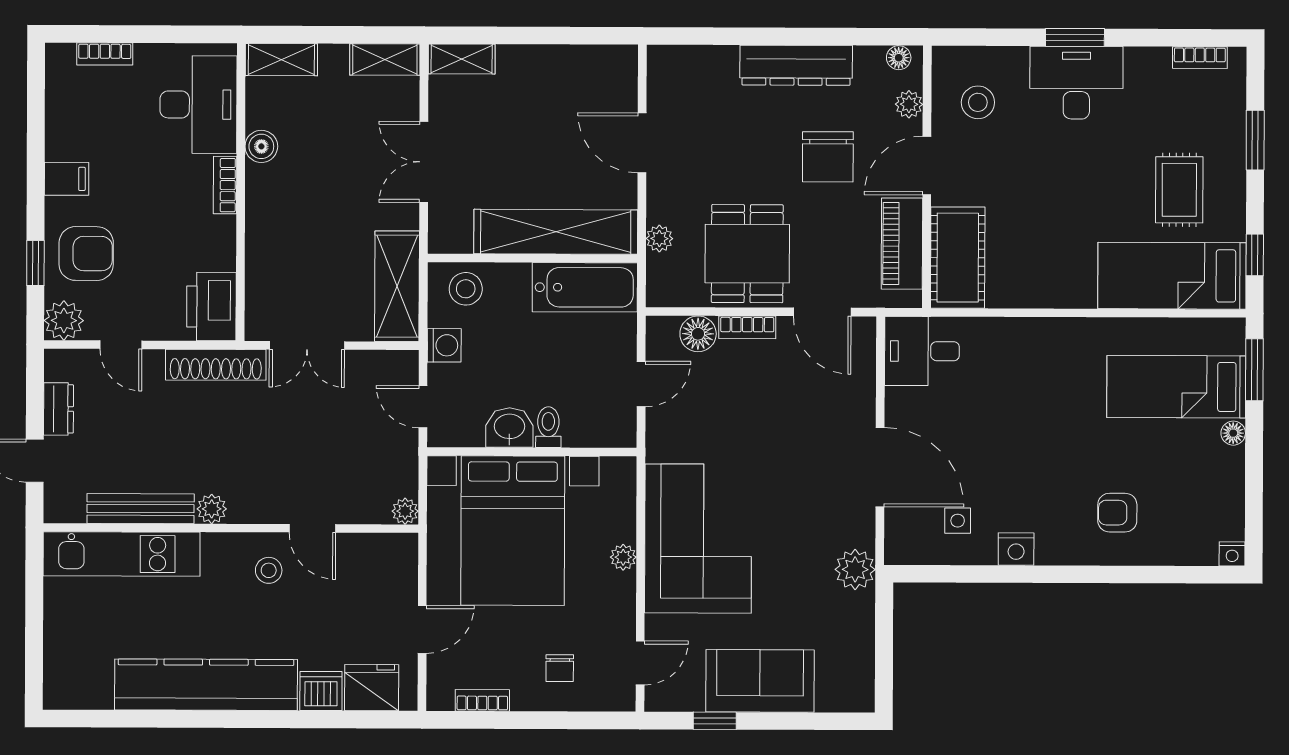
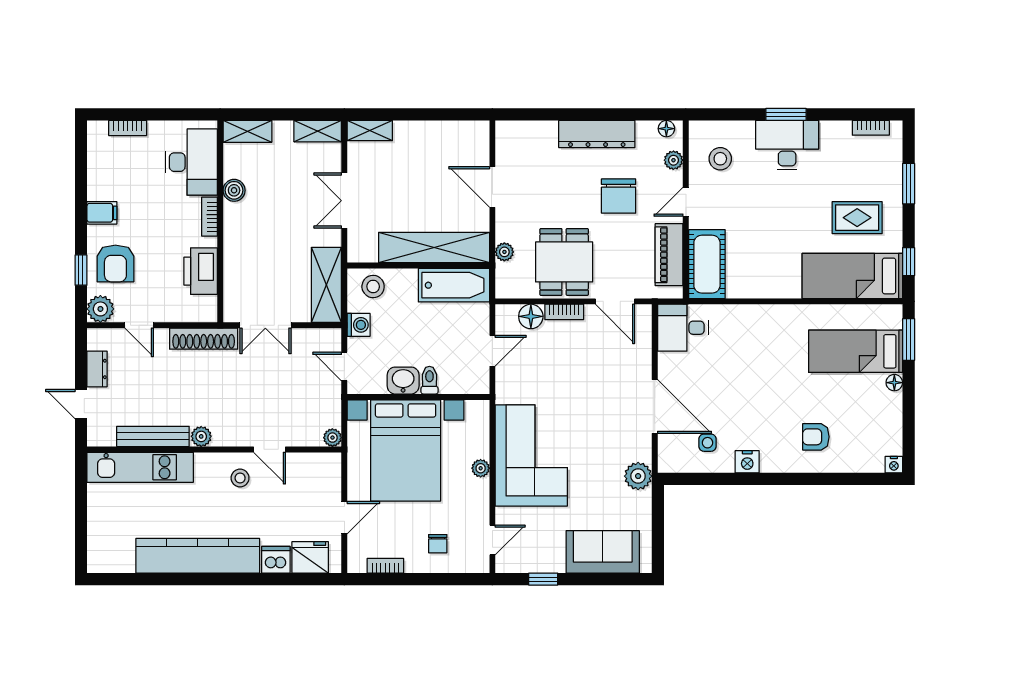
door: (927, 166) -> (686, 202), width x0.73
rug: (1179, 190) -> (857, 218), turned 90
armchair: (86, 254) -> (115, 263), turned 90
printer: (211, 307) -> (201, 271), moved
sofa: (760, 681) -> (603, 552), moved

